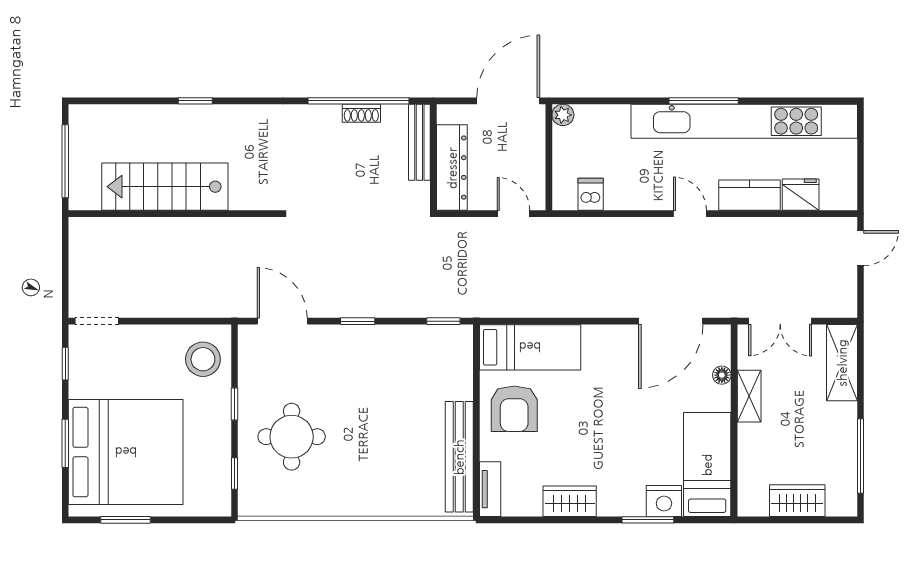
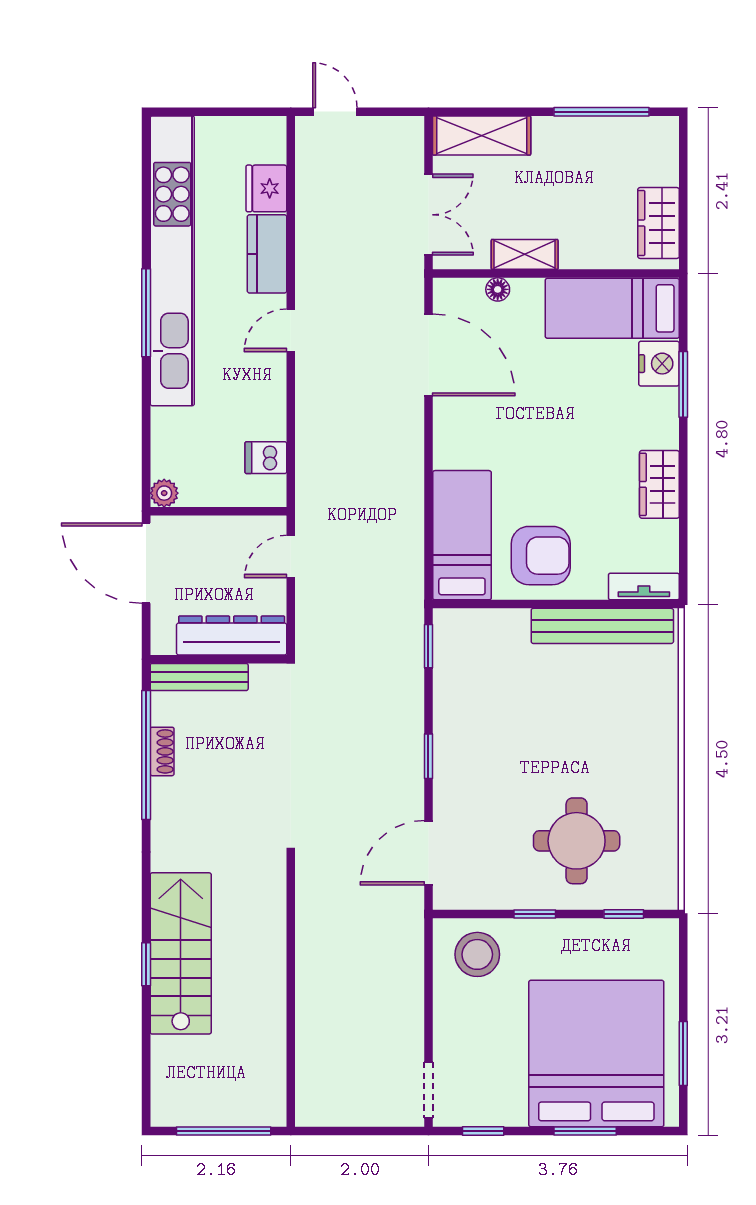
stairs: (165, 187) -> (181, 953), moved, turned 180
wardrobe: (797, 501) -> (659, 223), moved

